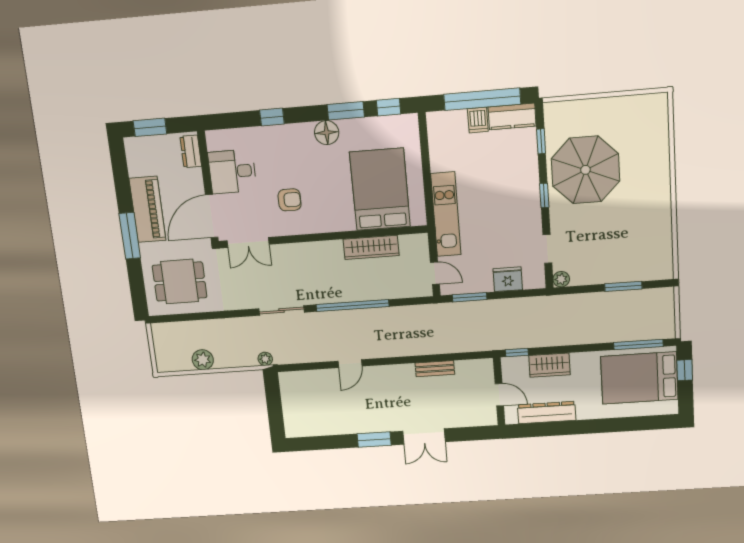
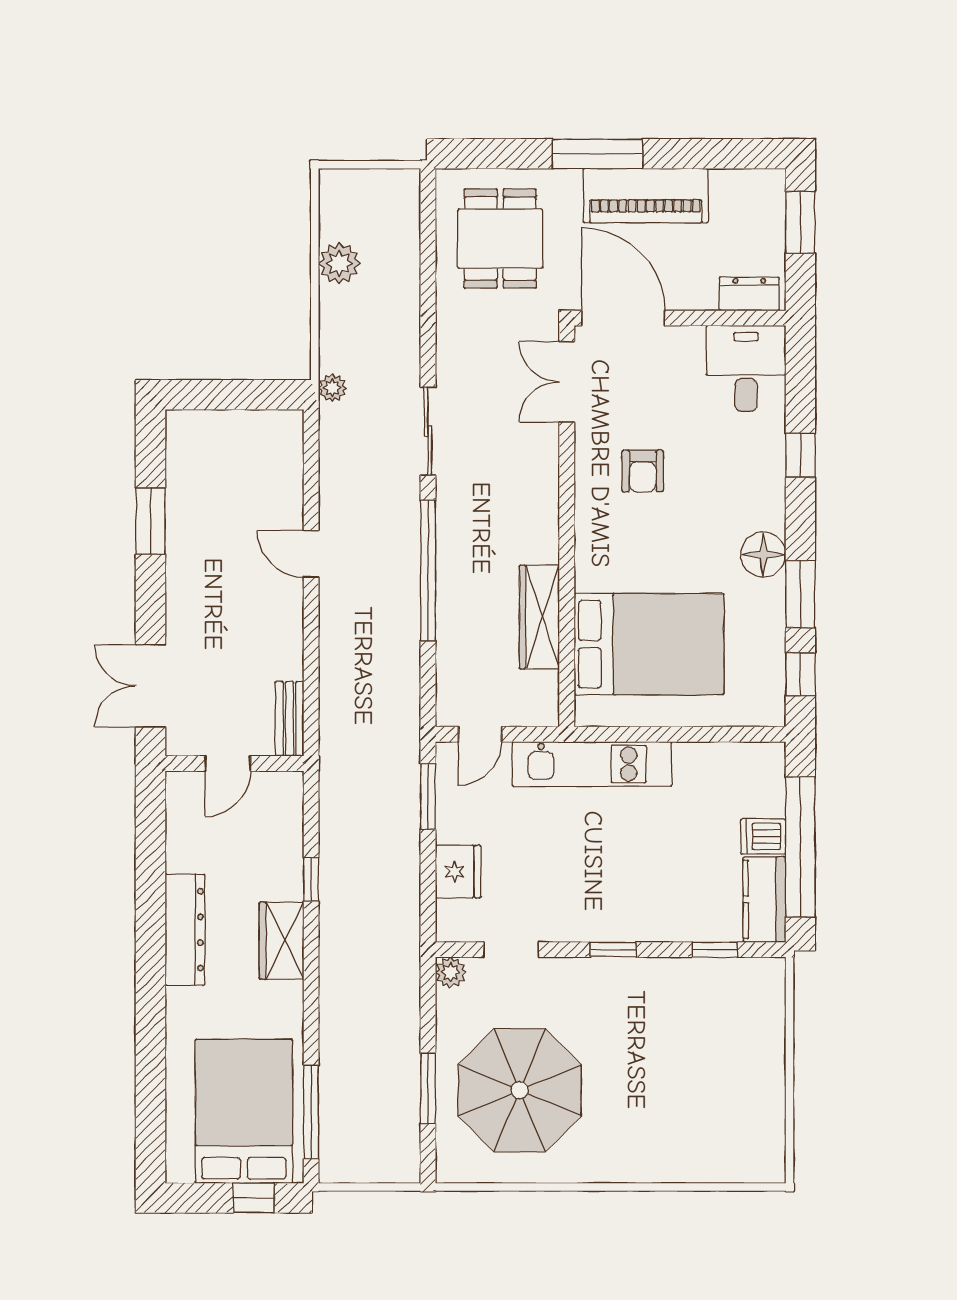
parasol: (585, 170) -> (520, 1090), moved
desk: (232, 172) -> (746, 368), moved
wall: (499, 391) -> (234, 763), moved
door: (499, 395) -> (228, 763), moved
window: (374, 440) -> (151, 521), moved

